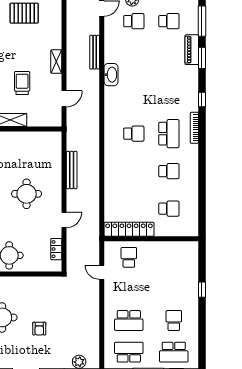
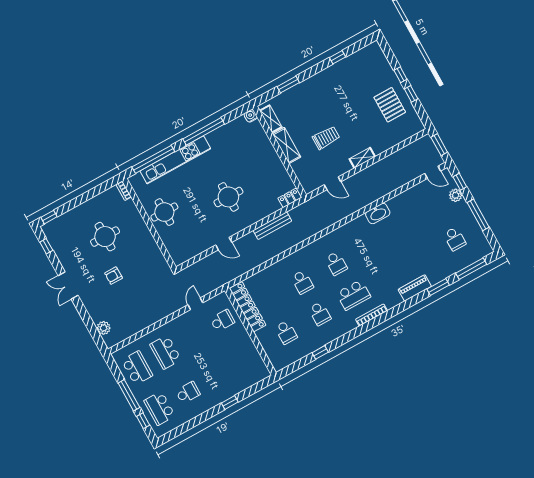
school desk: (134, 21) -> (302, 282), moved
piano: (192, 50) -> (415, 288), moved
bench: (95, 52) -> (390, 188), removed
window: (202, 100) -> (320, 352), moved
locker: (56, 249) -> (290, 198), moved

